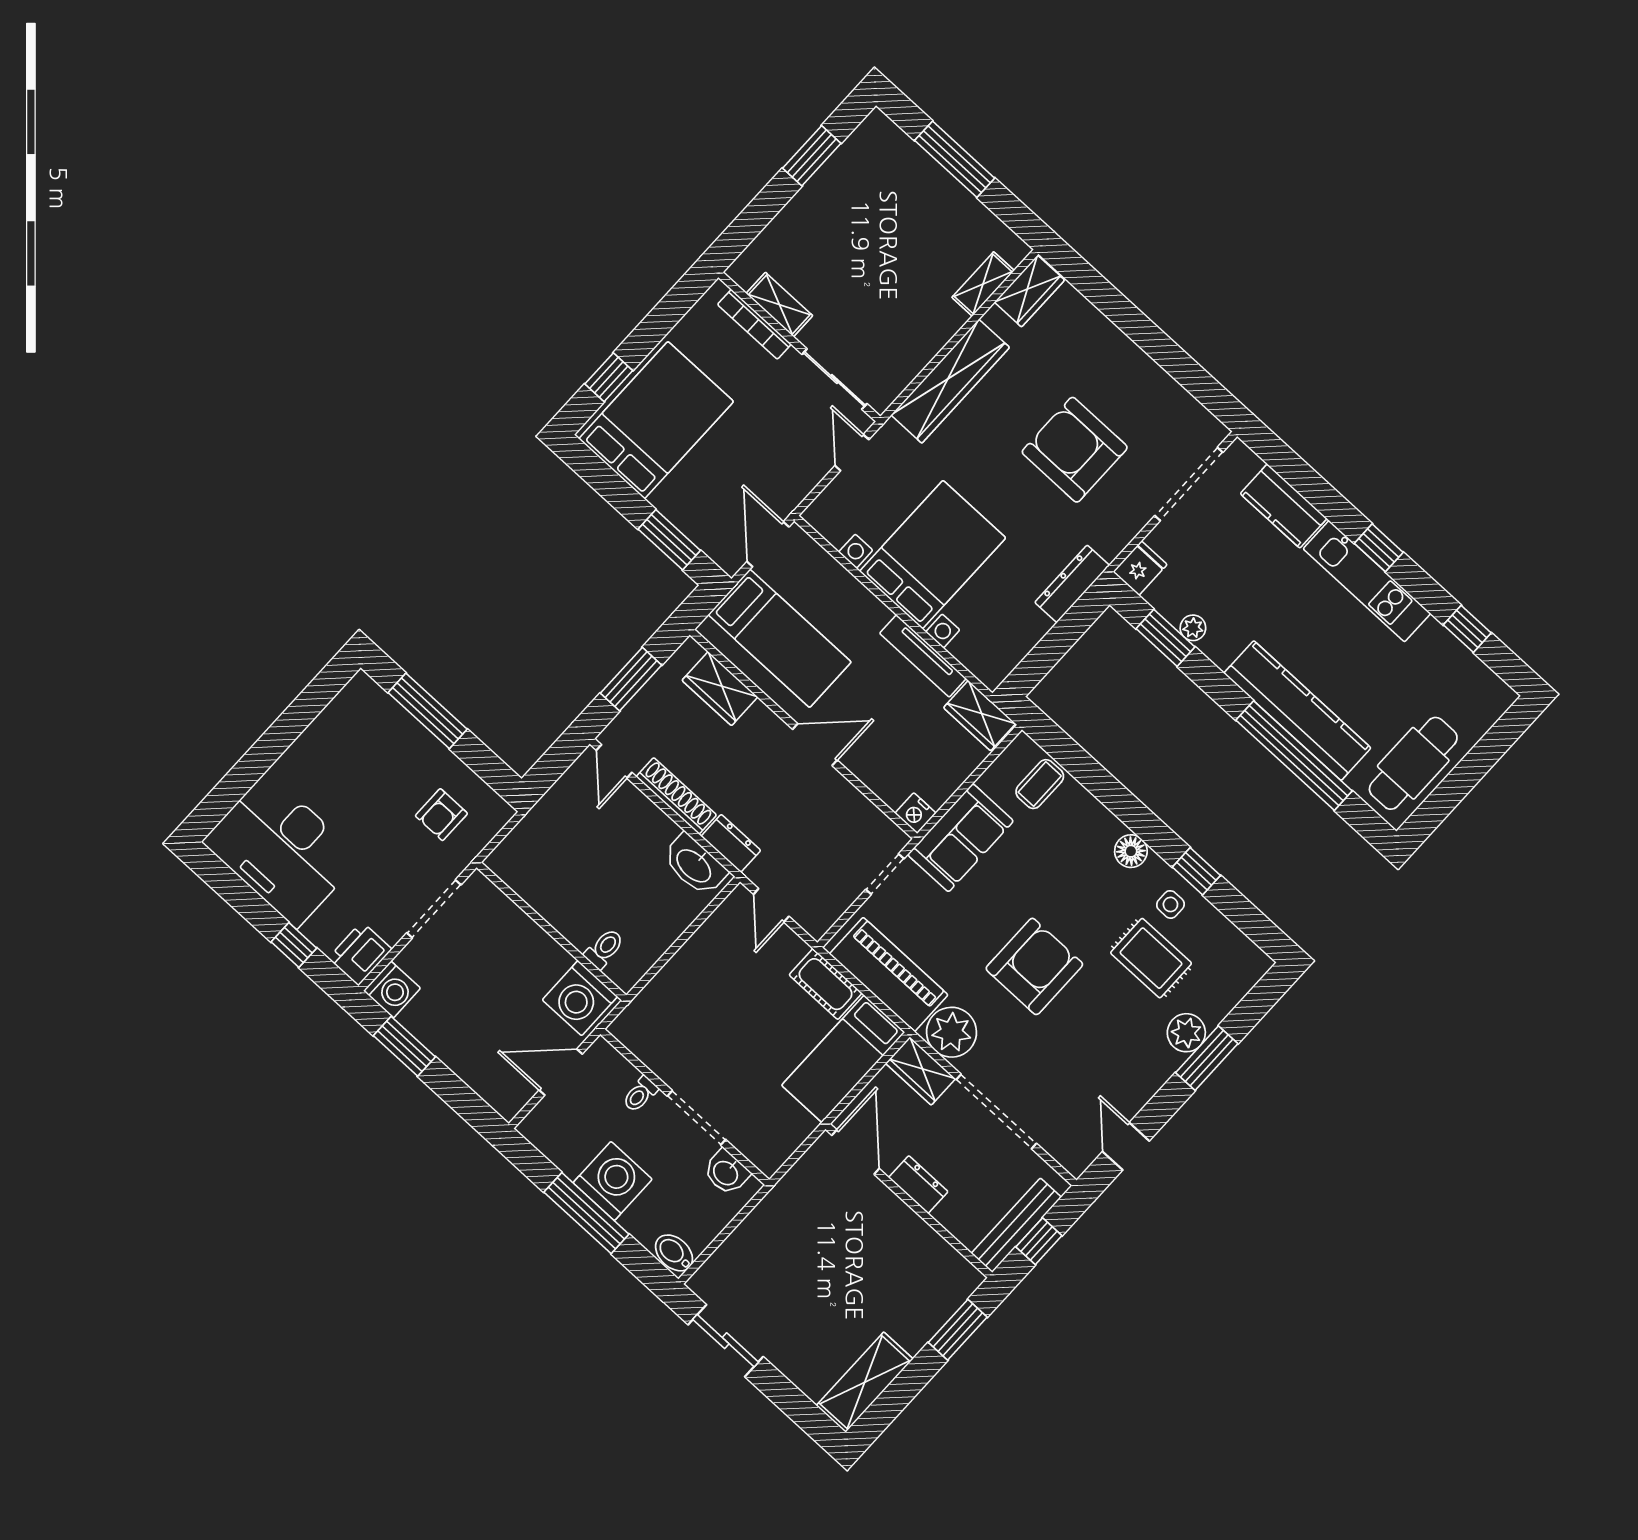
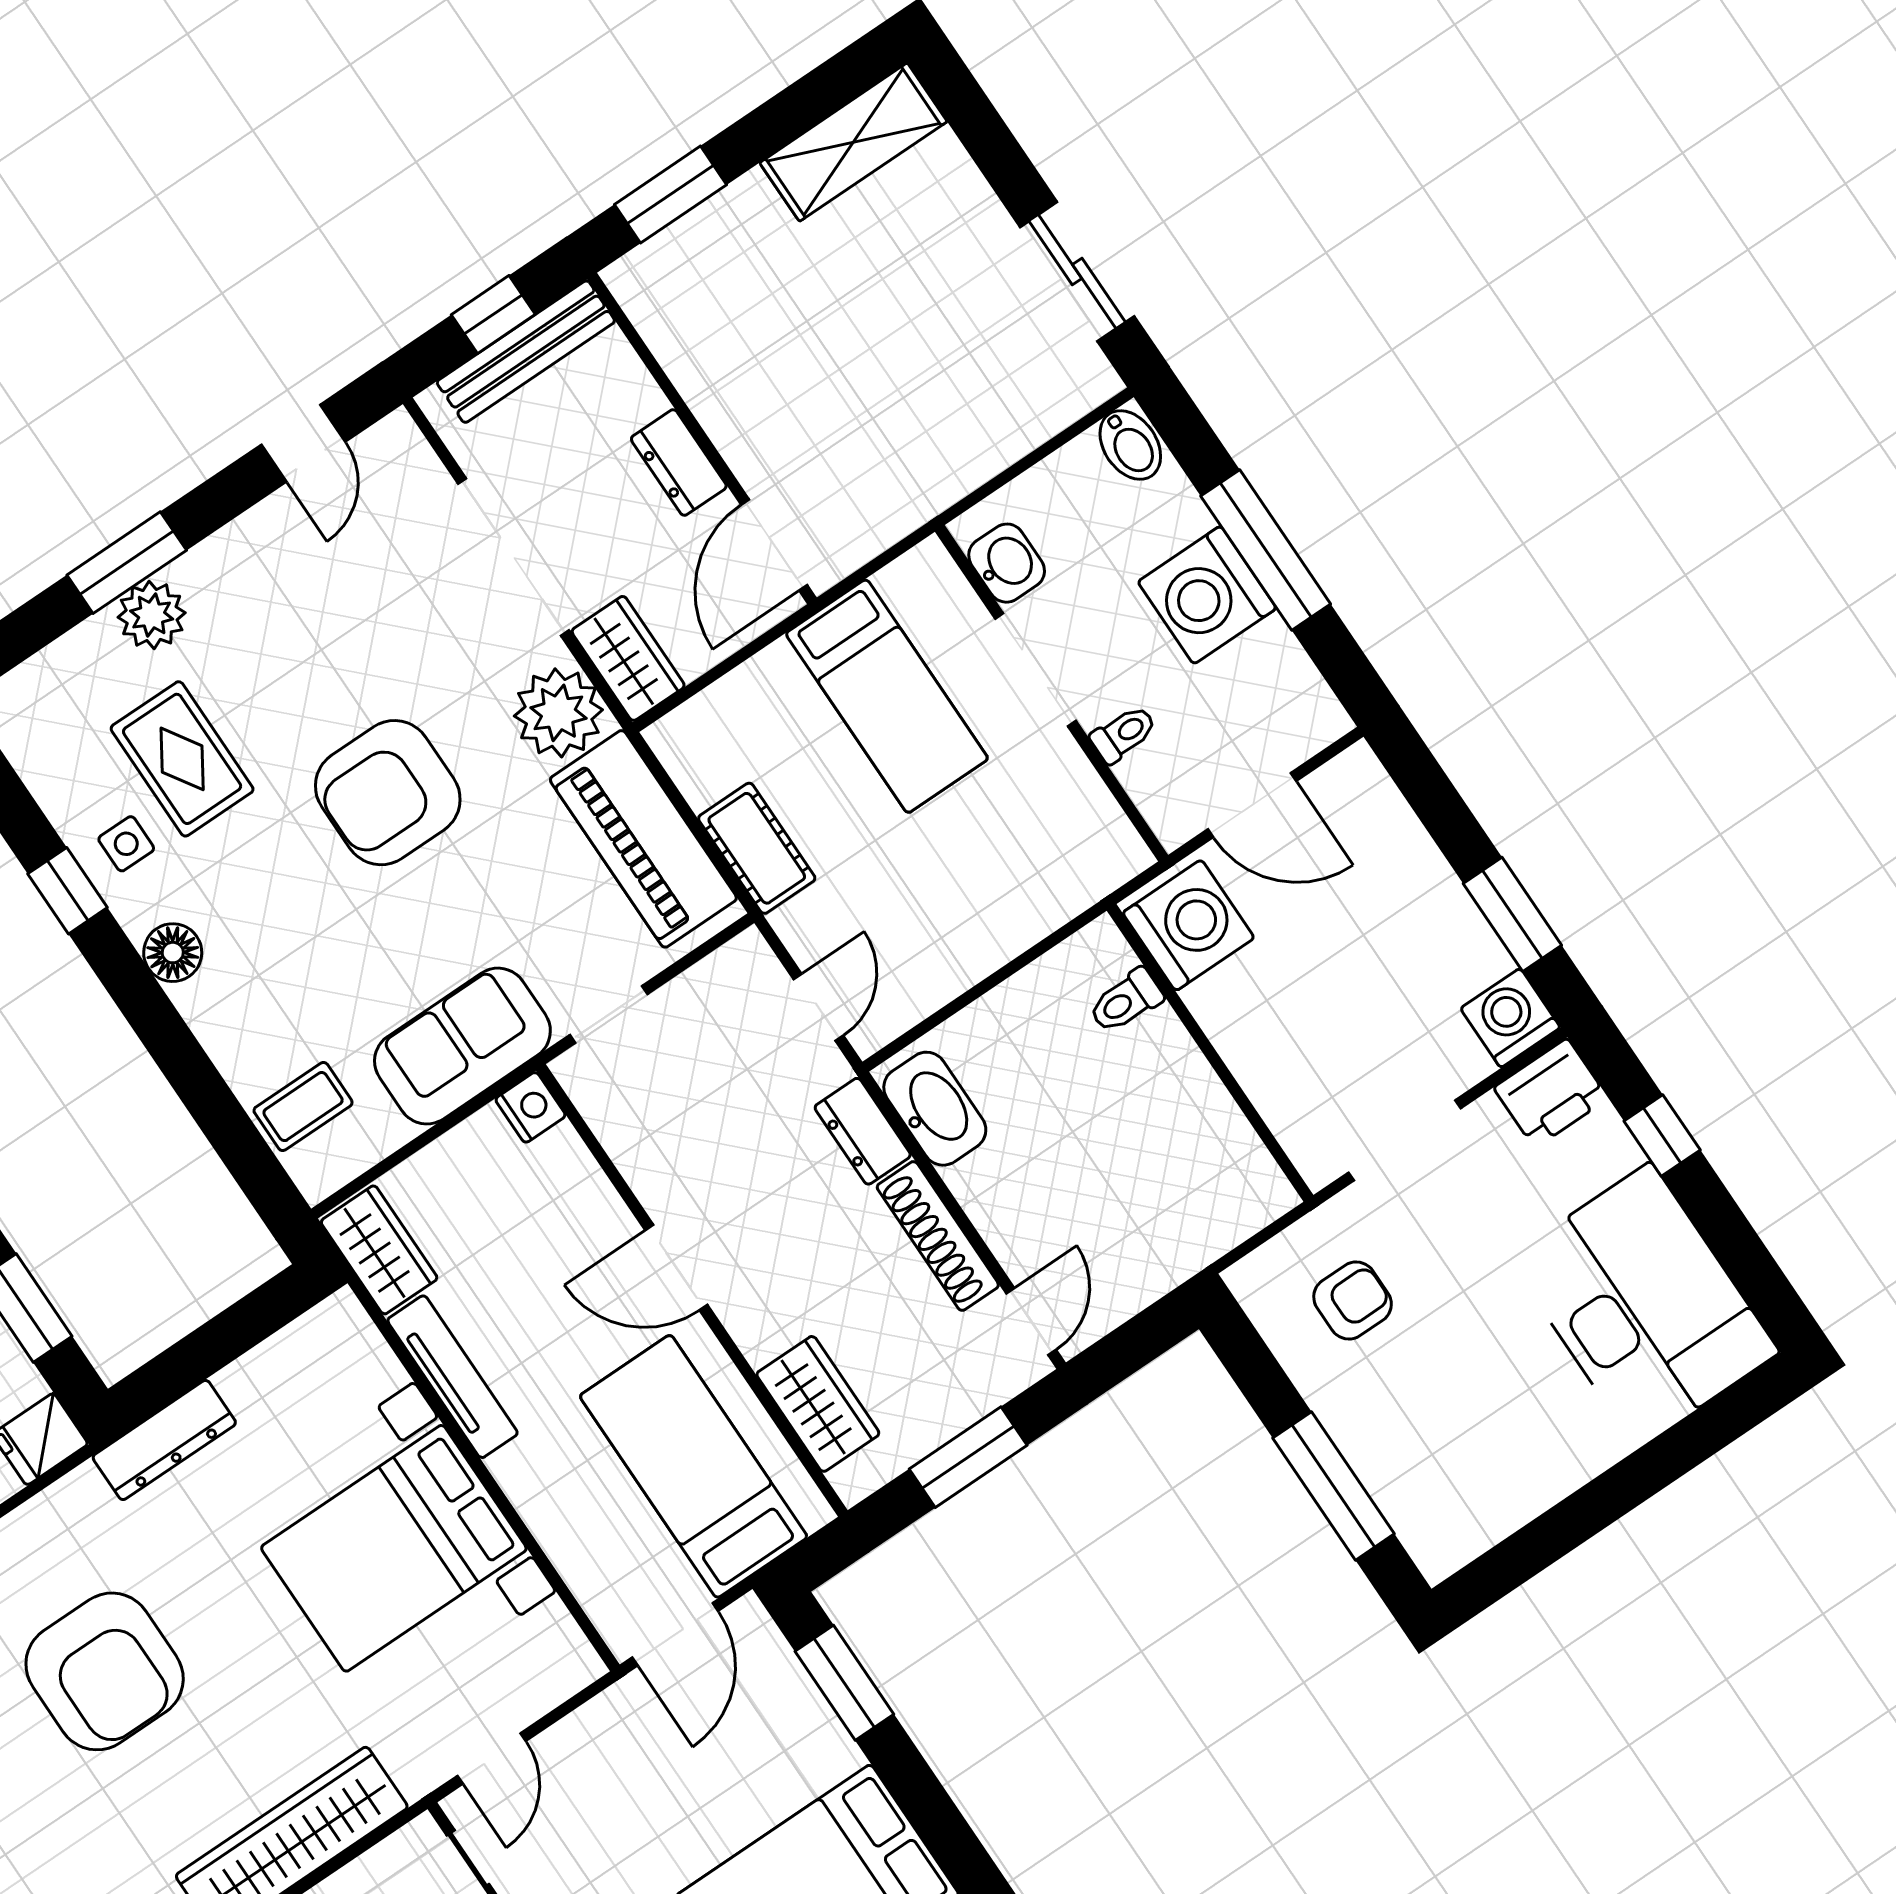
bed: (843, 1059) -> (887, 696), moved, turned 90

